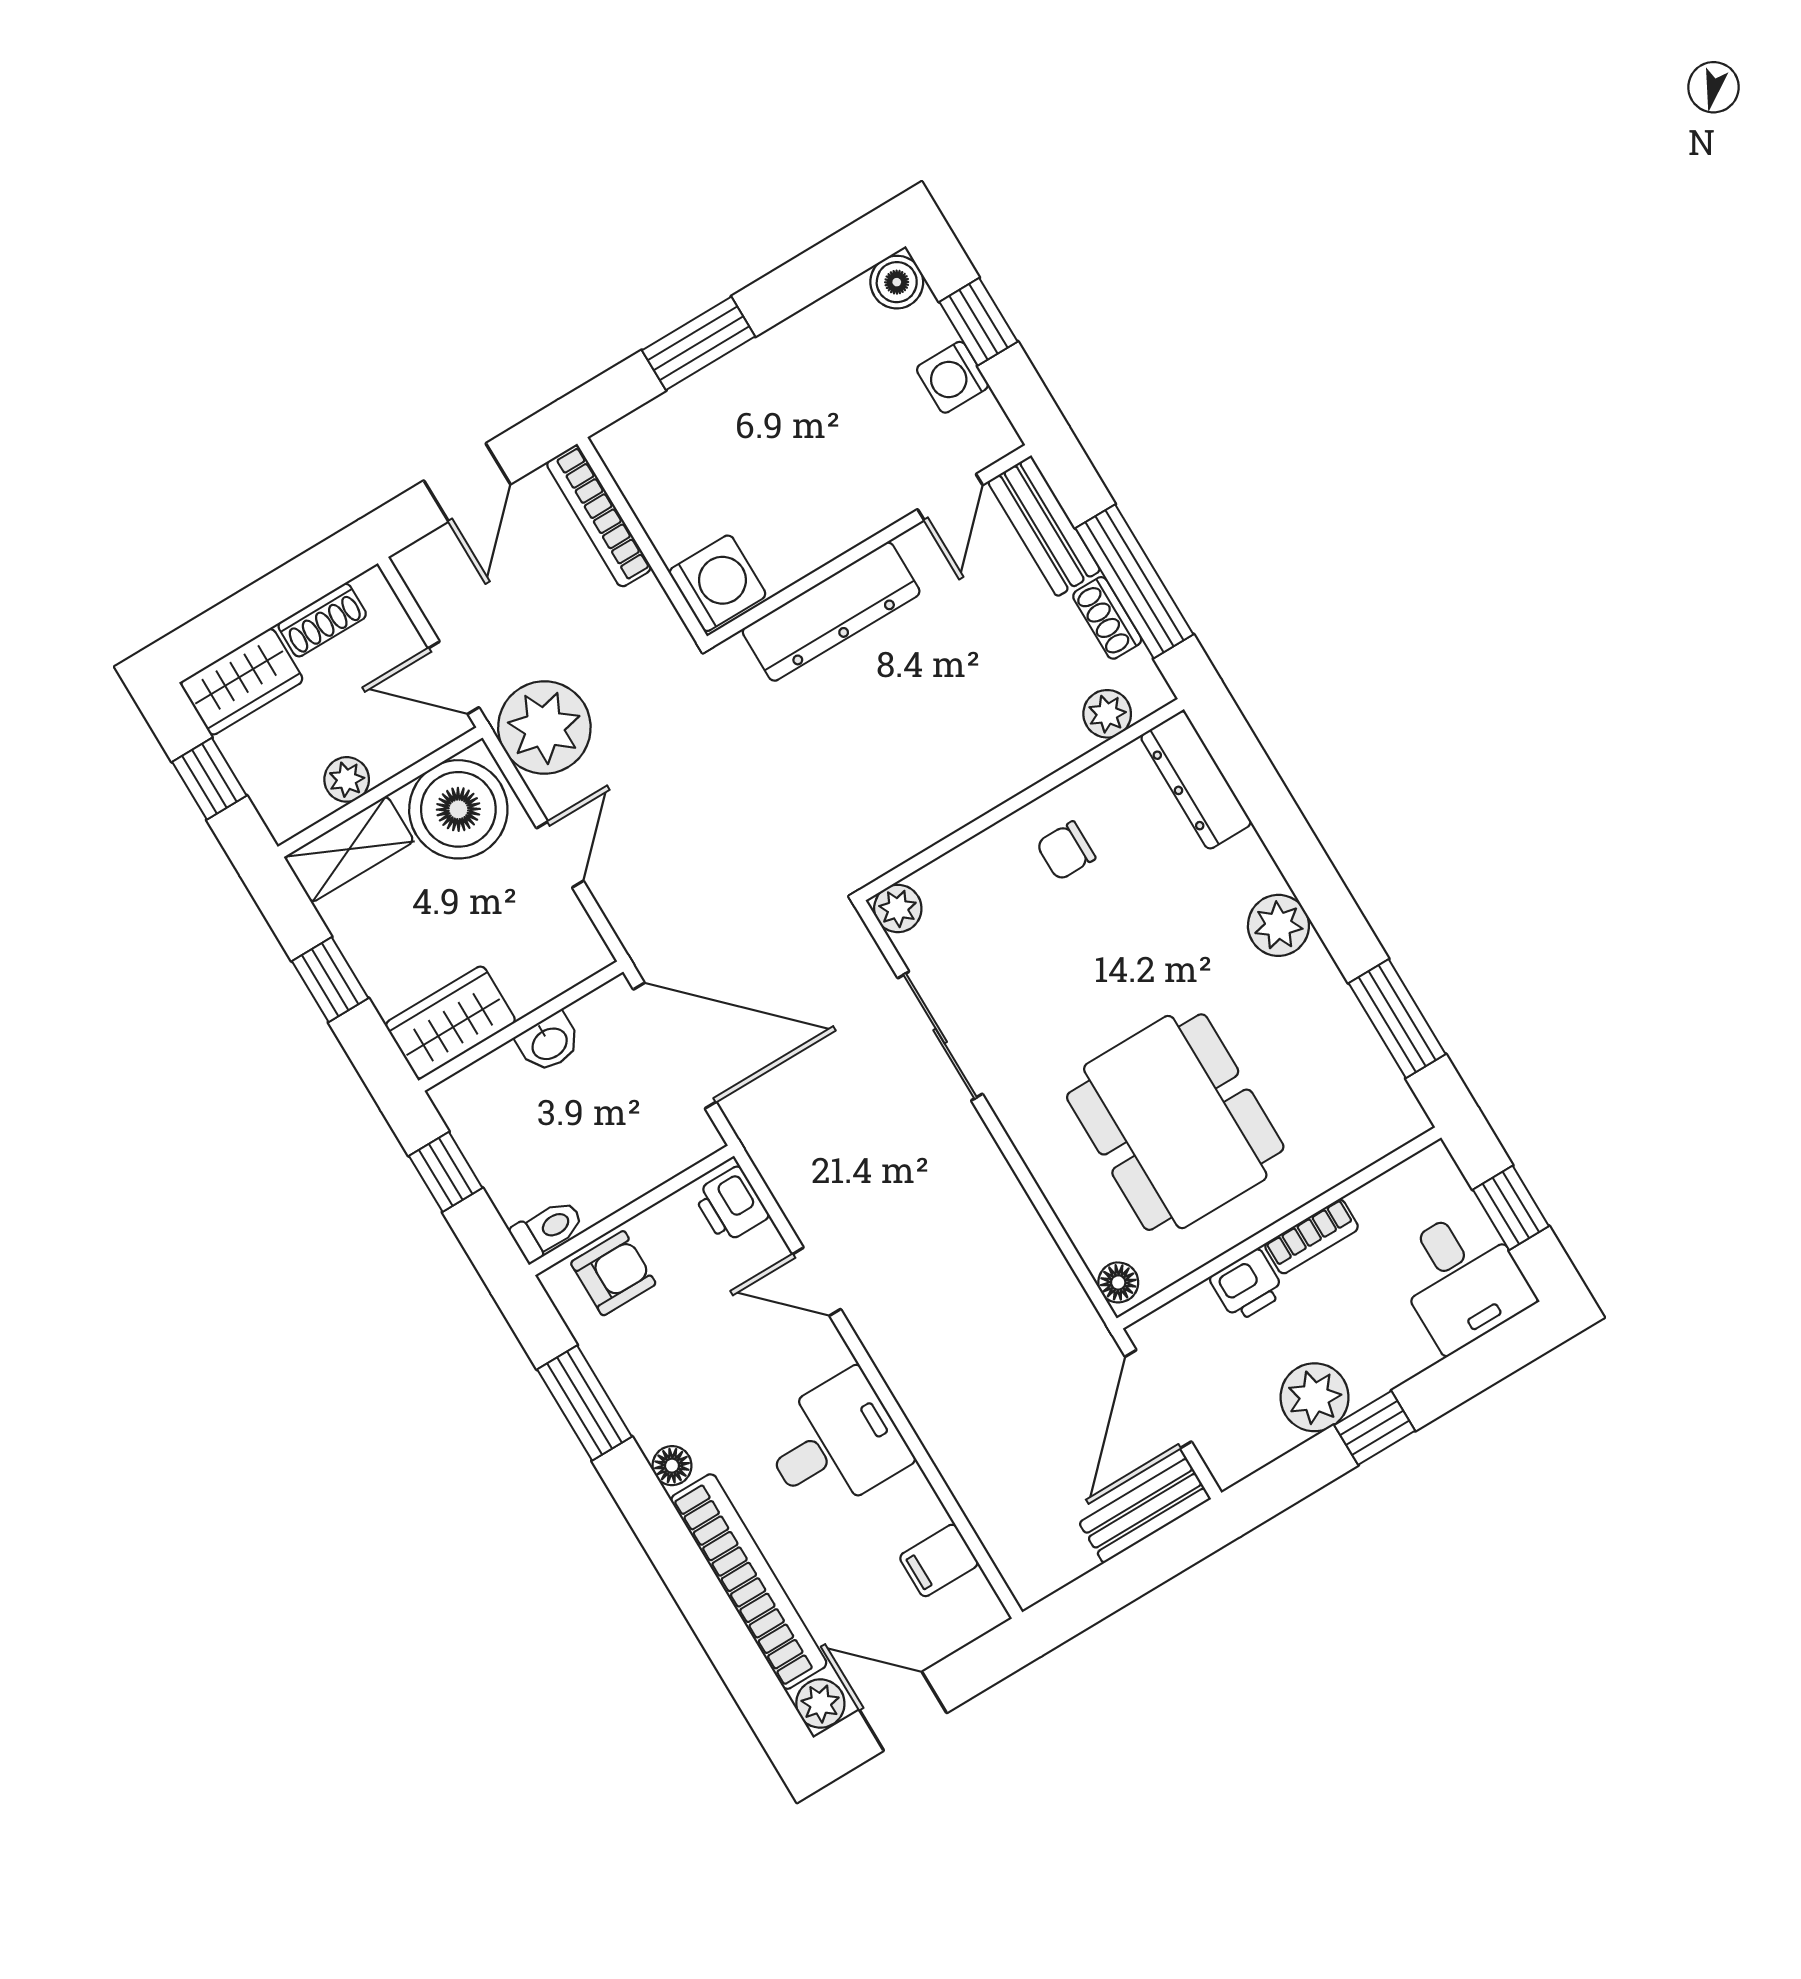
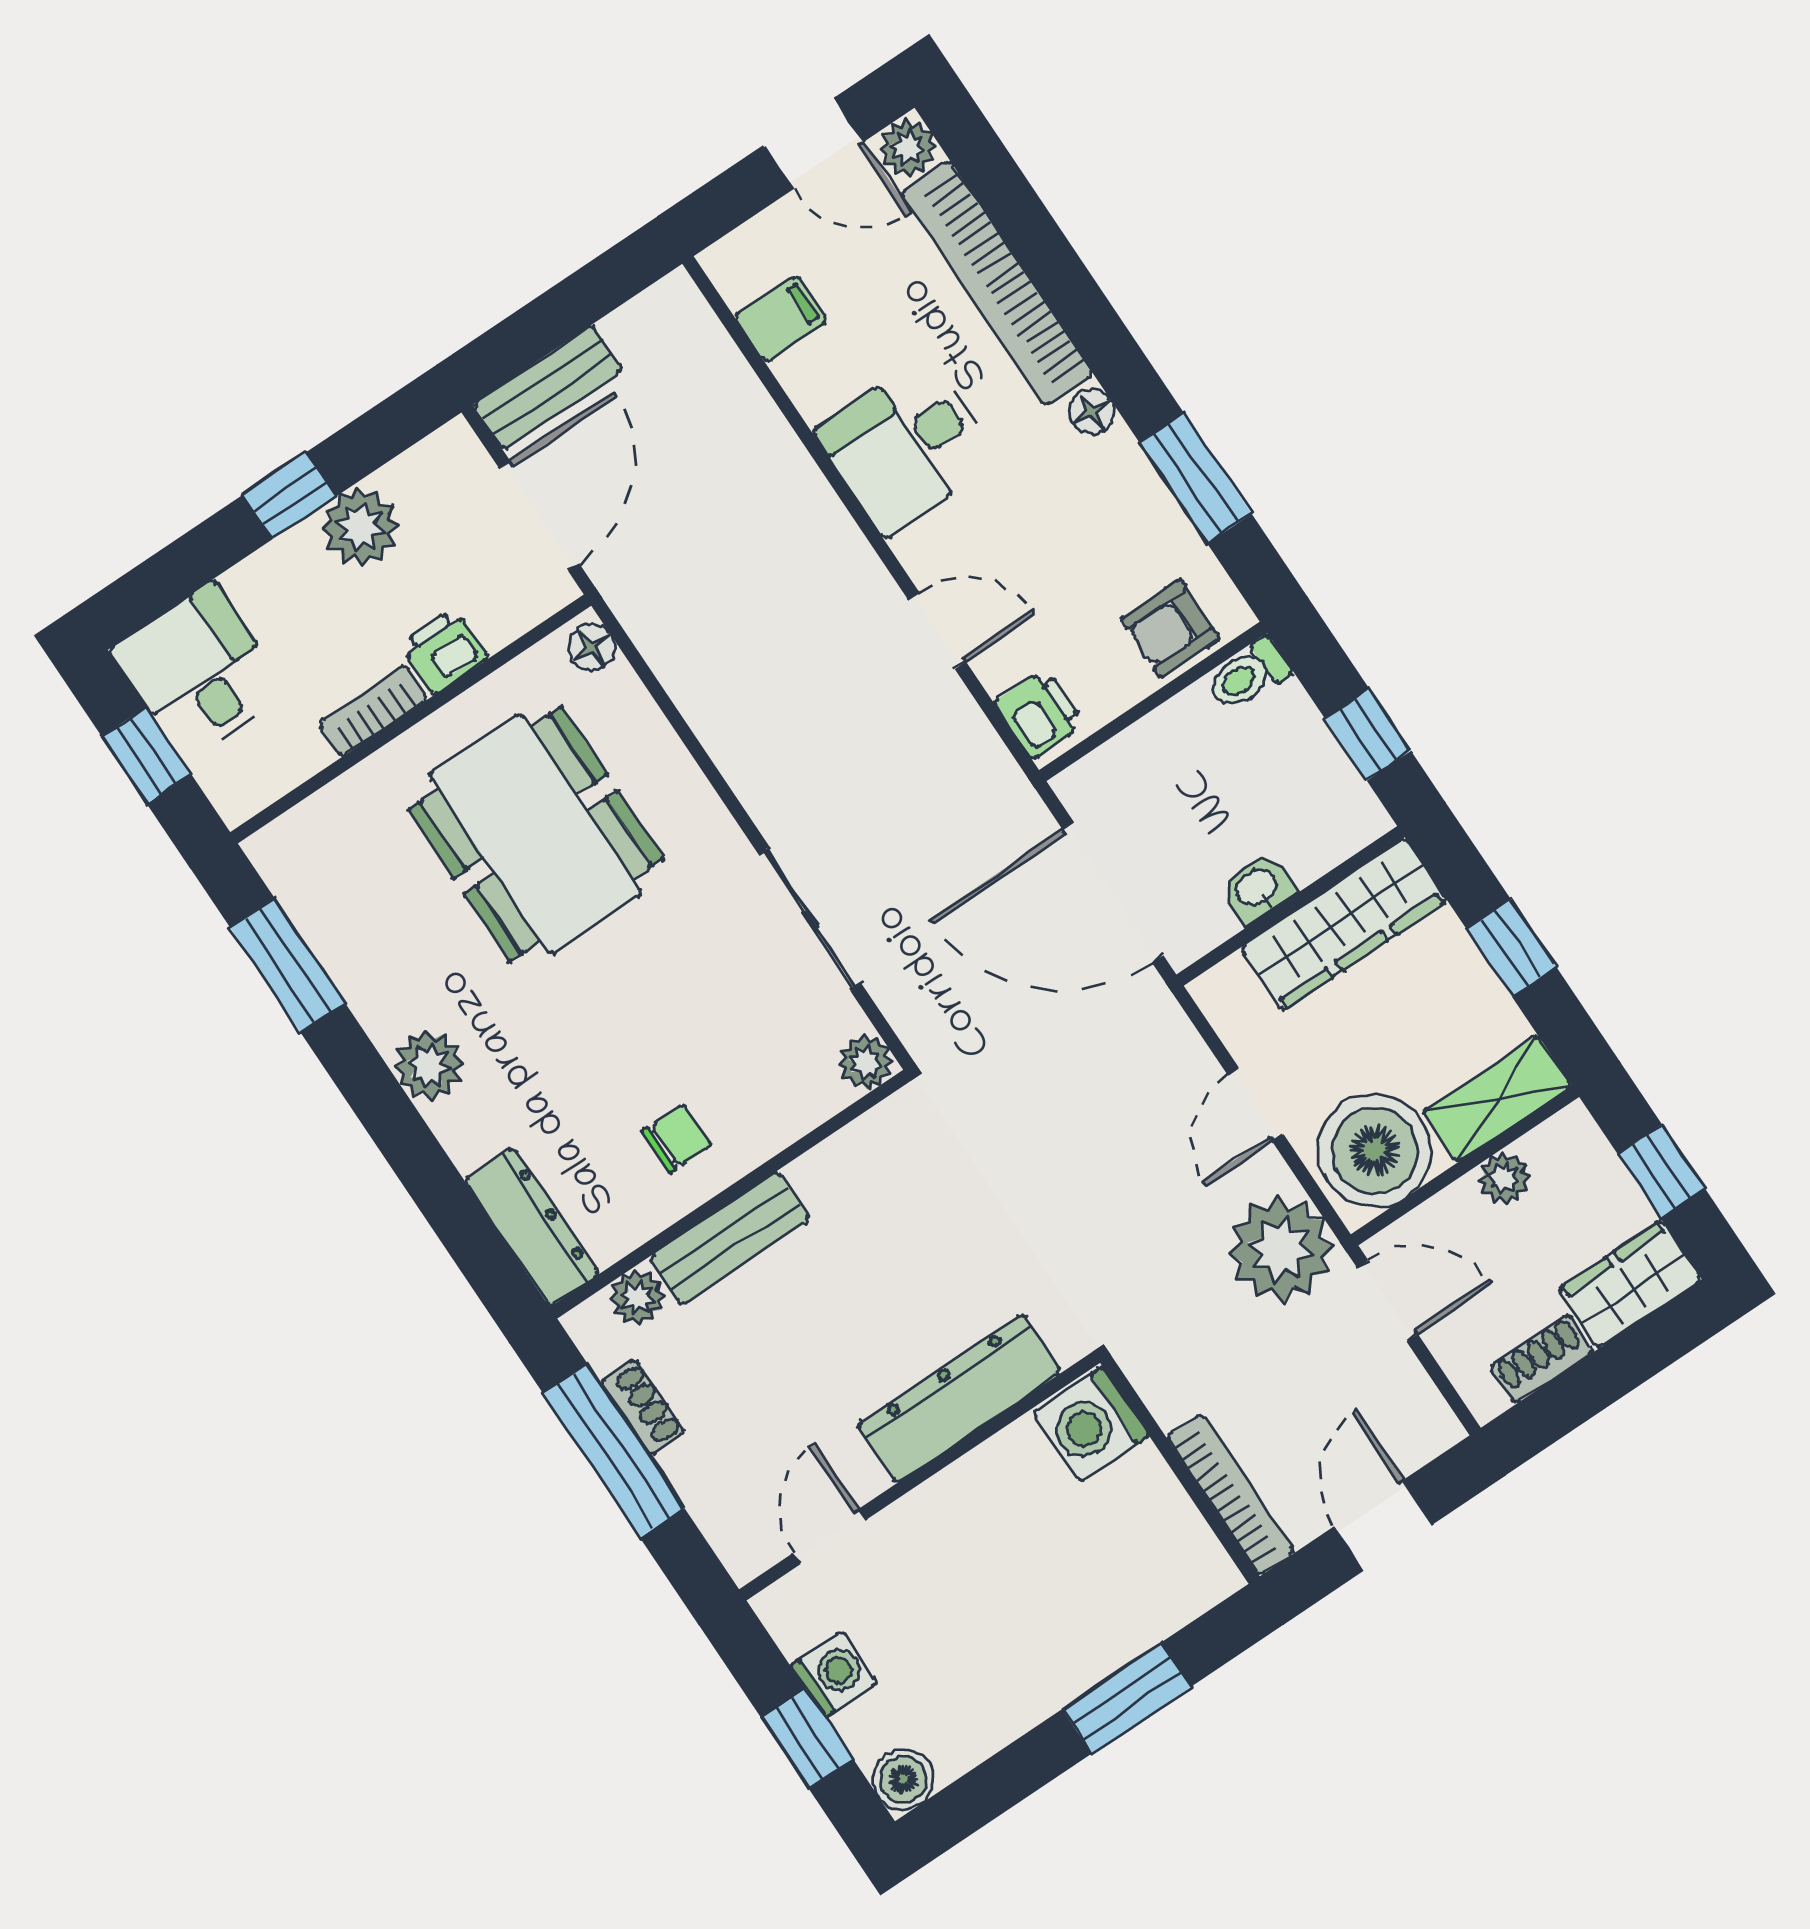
bench: (1044, 526) -> (730, 1238), moved, turned 90
wardrobe: (450, 1023) -> (1344, 924), width x1.50

